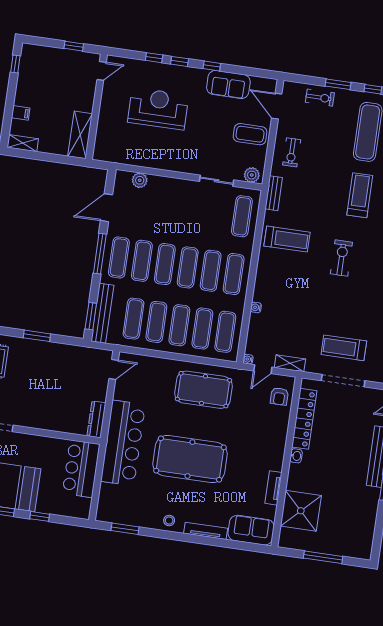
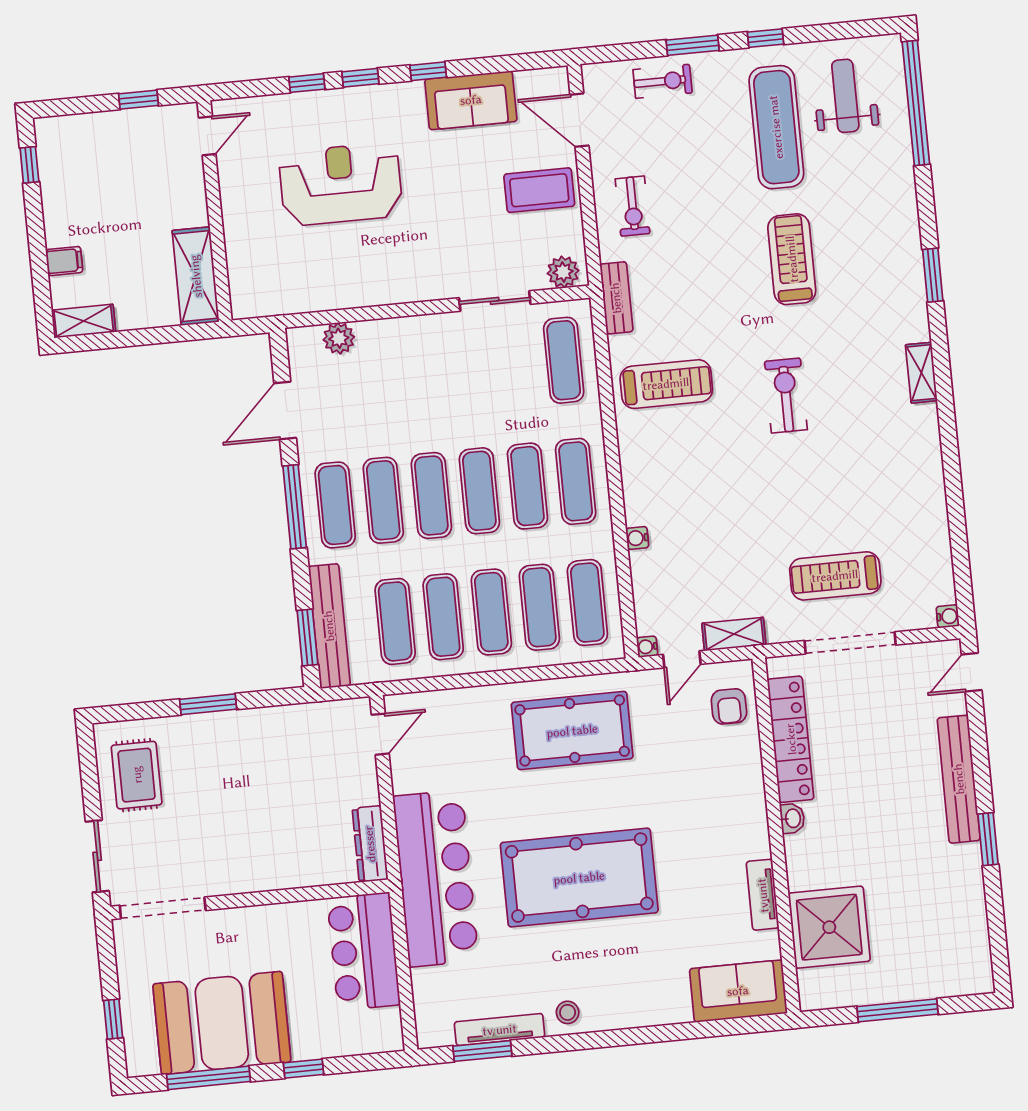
tv unit: (206, 531) -> (500, 1030), moved

